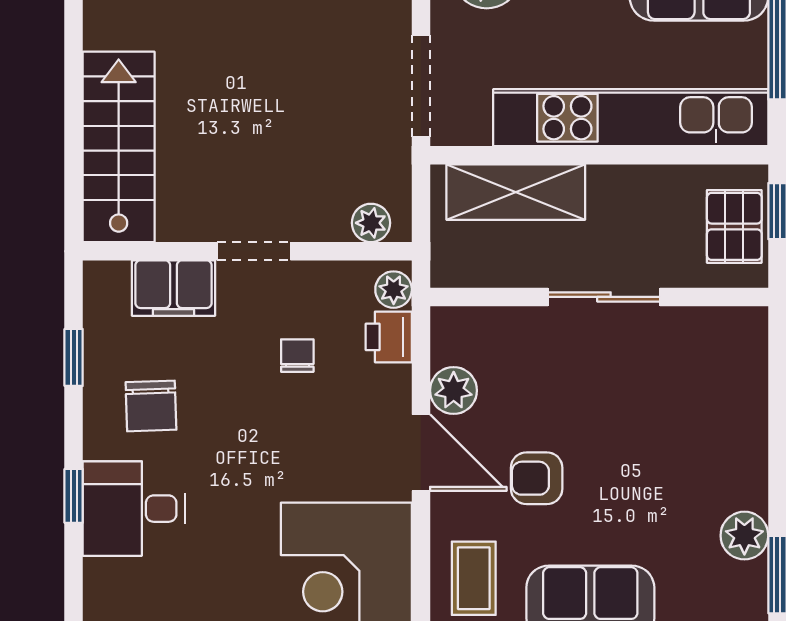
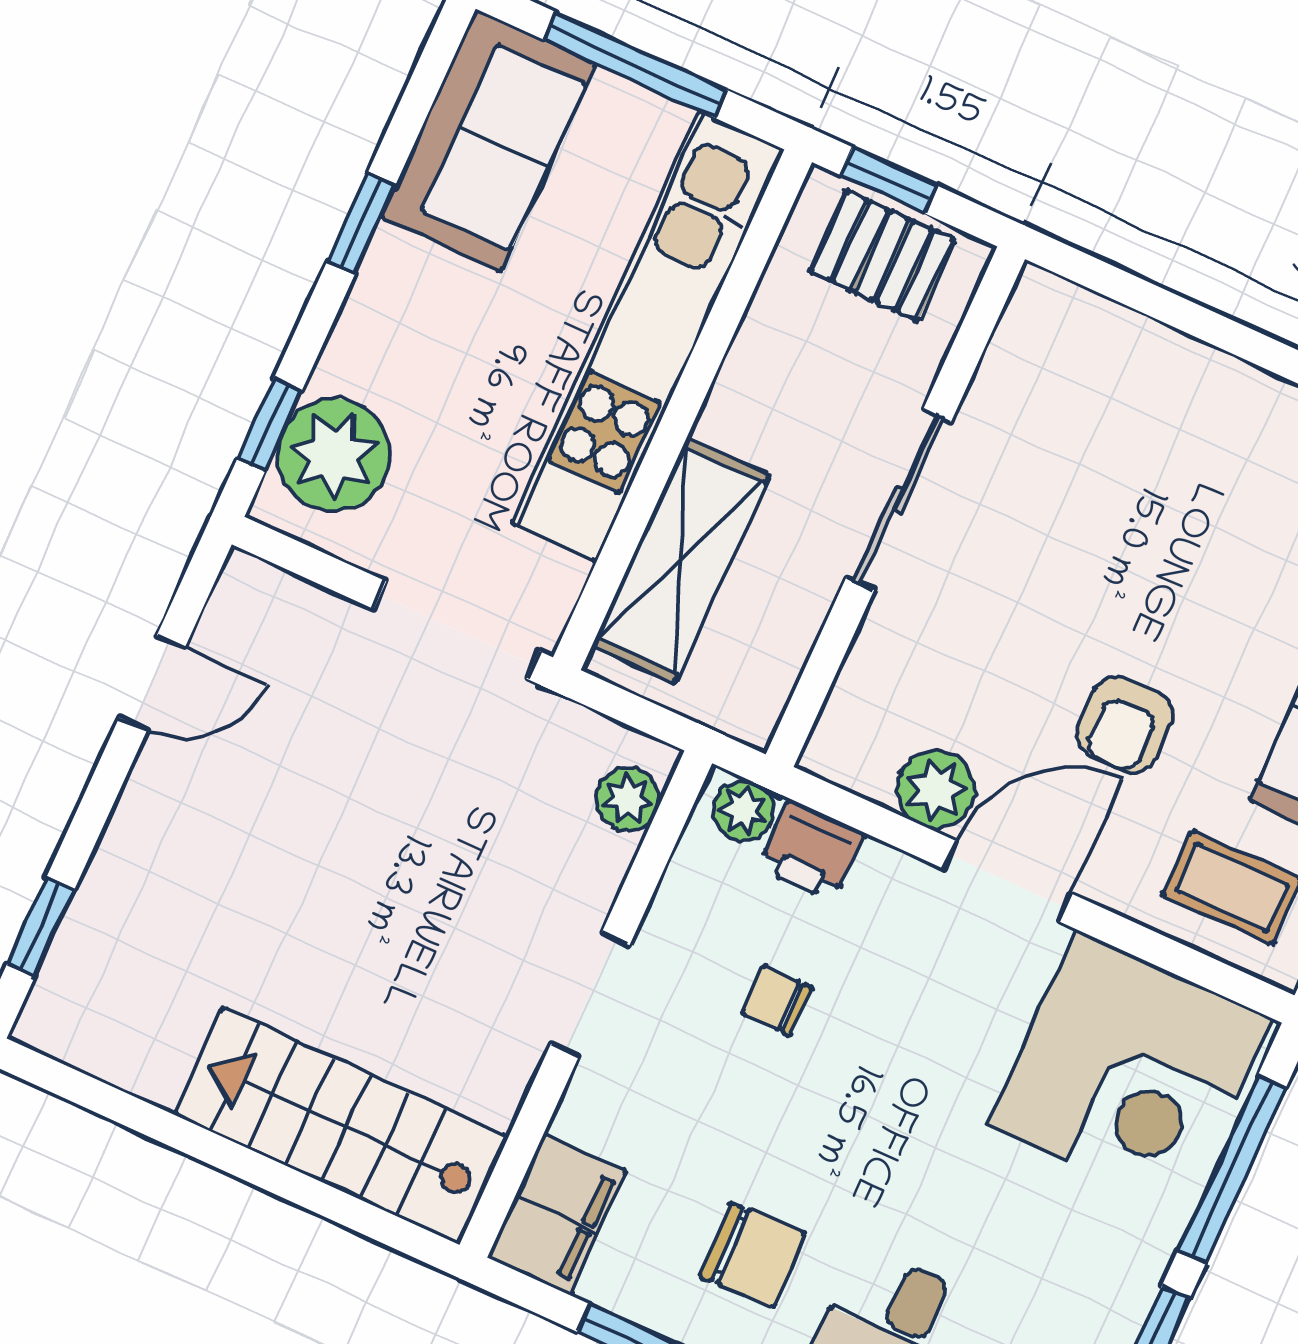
filing cabinet: (173, 288) -> (557, 1214), moved

